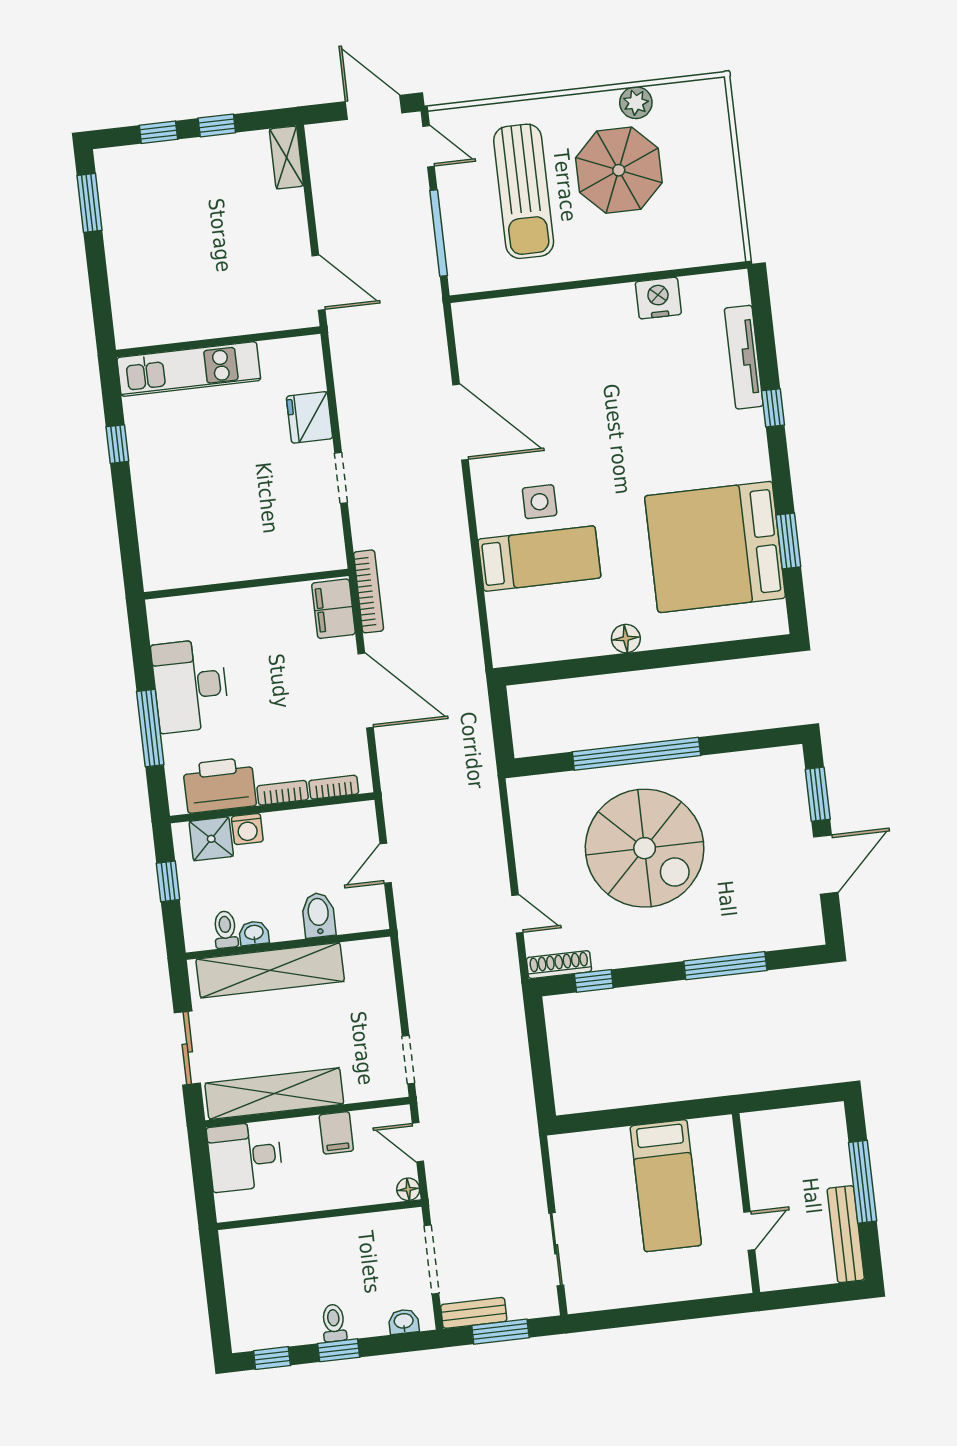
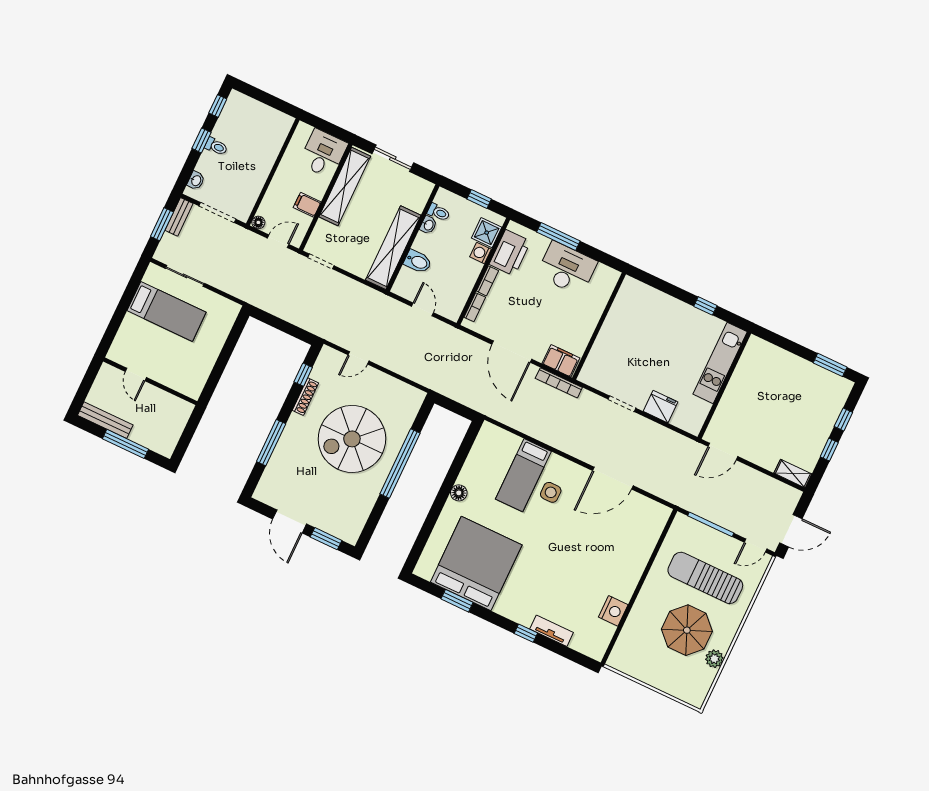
tv unit: (744, 357) -> (552, 631), width x0.71
door: (366, 690) -> (512, 352), hinge flipped
shoe rack: (559, 965) -> (305, 397), moved
shelving: (270, 970) -> (393, 248), moved
bed: (666, 1186) -> (167, 311), moved, turned 180

